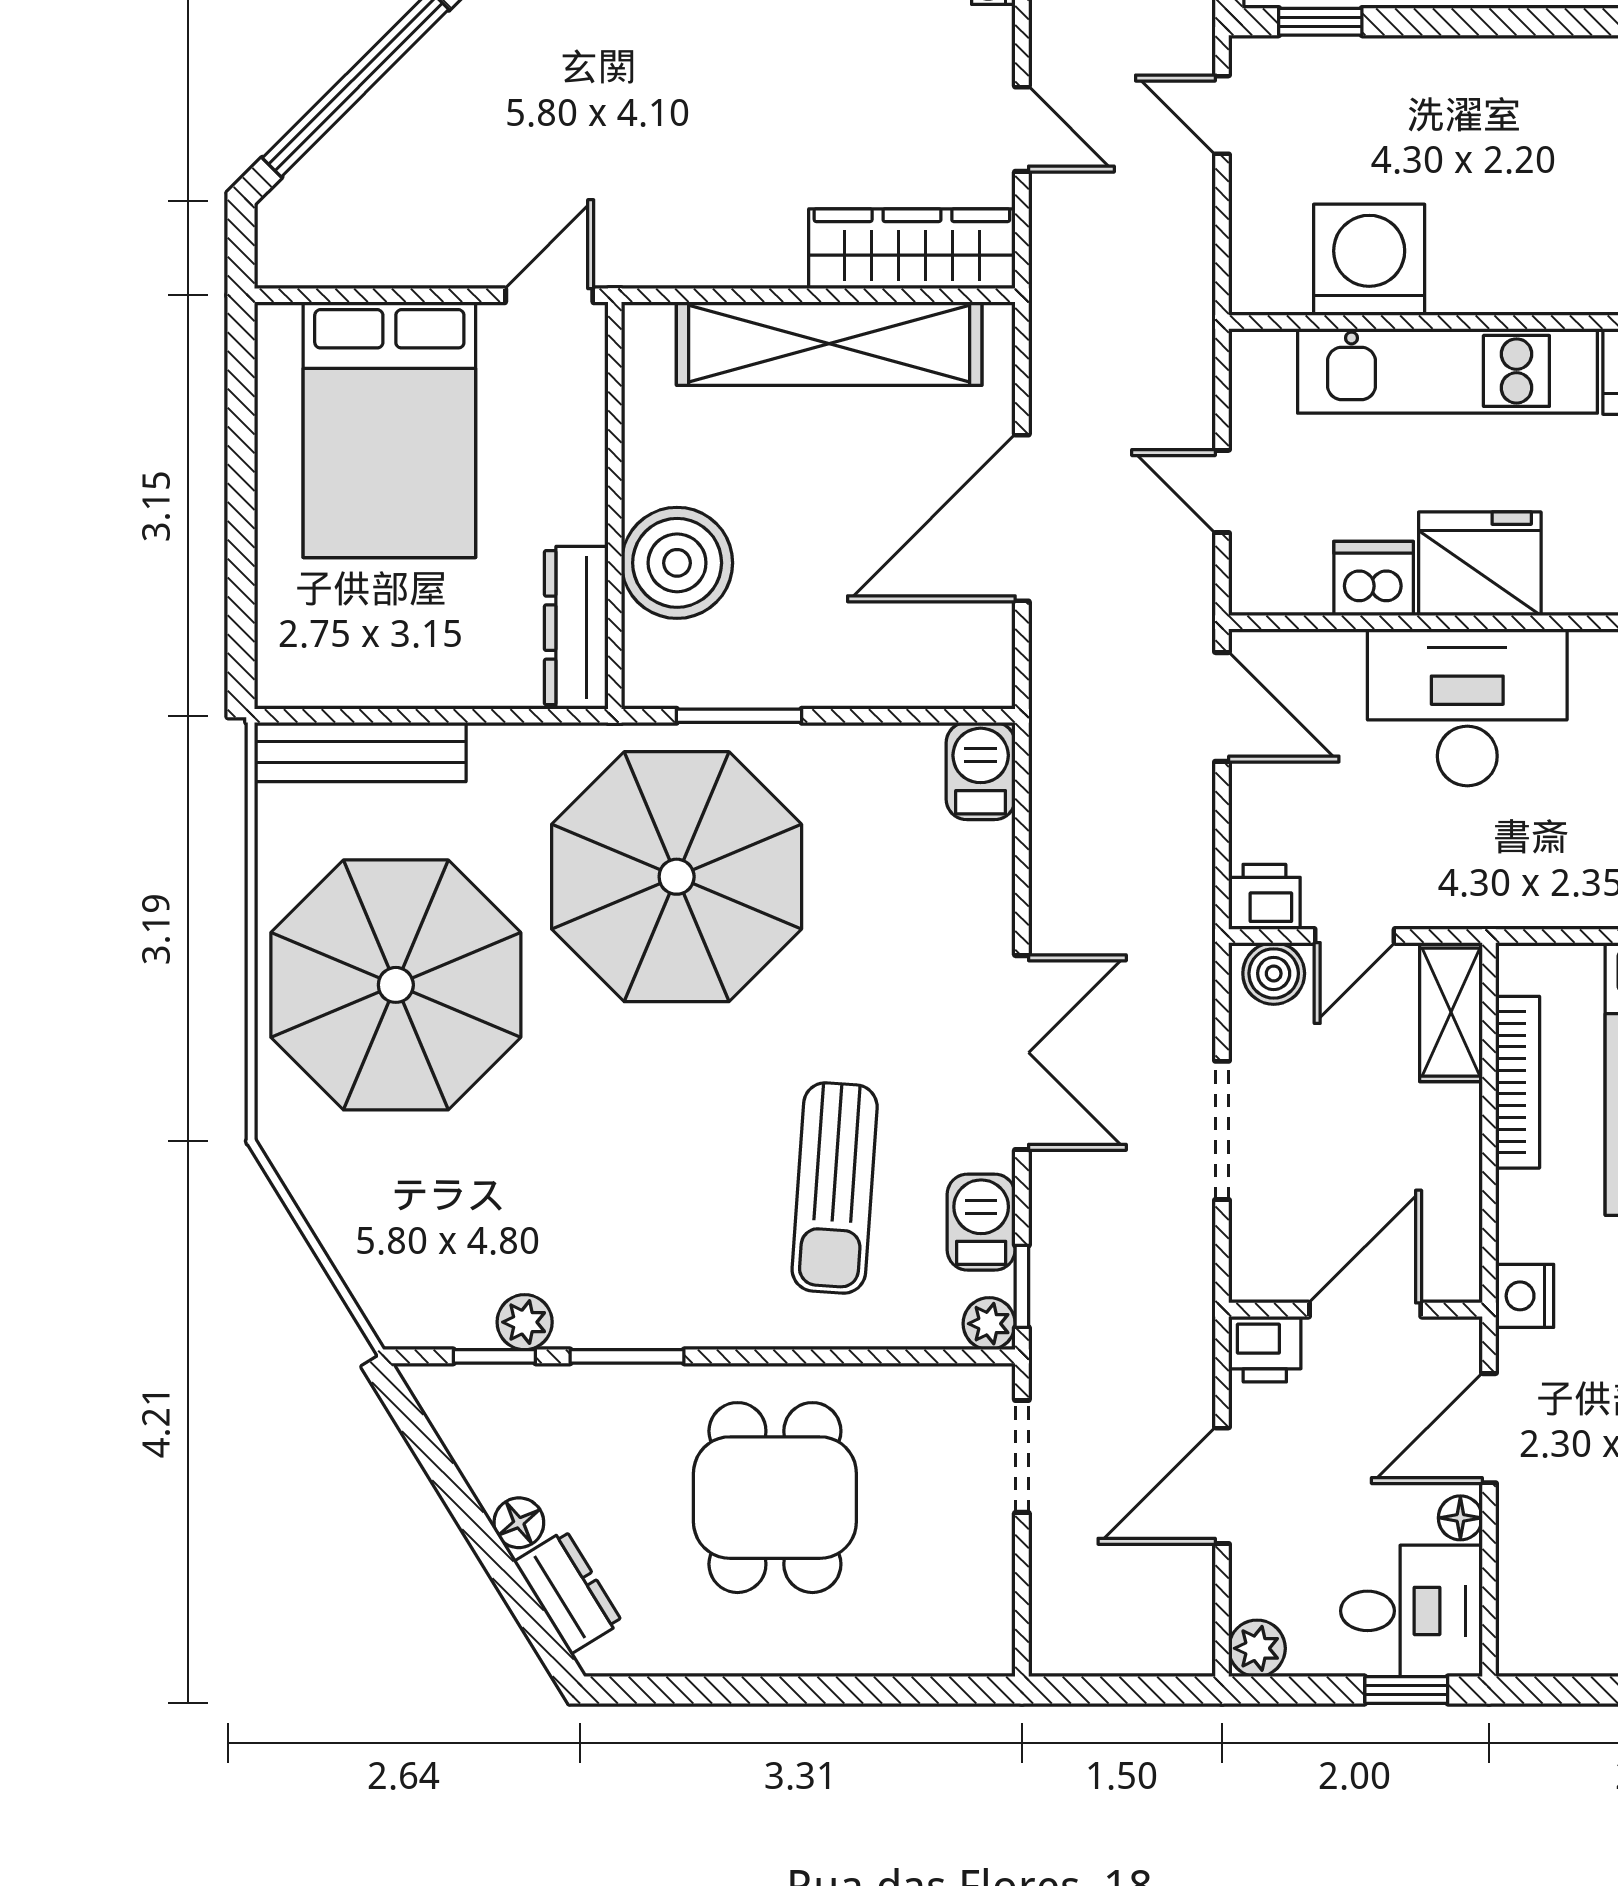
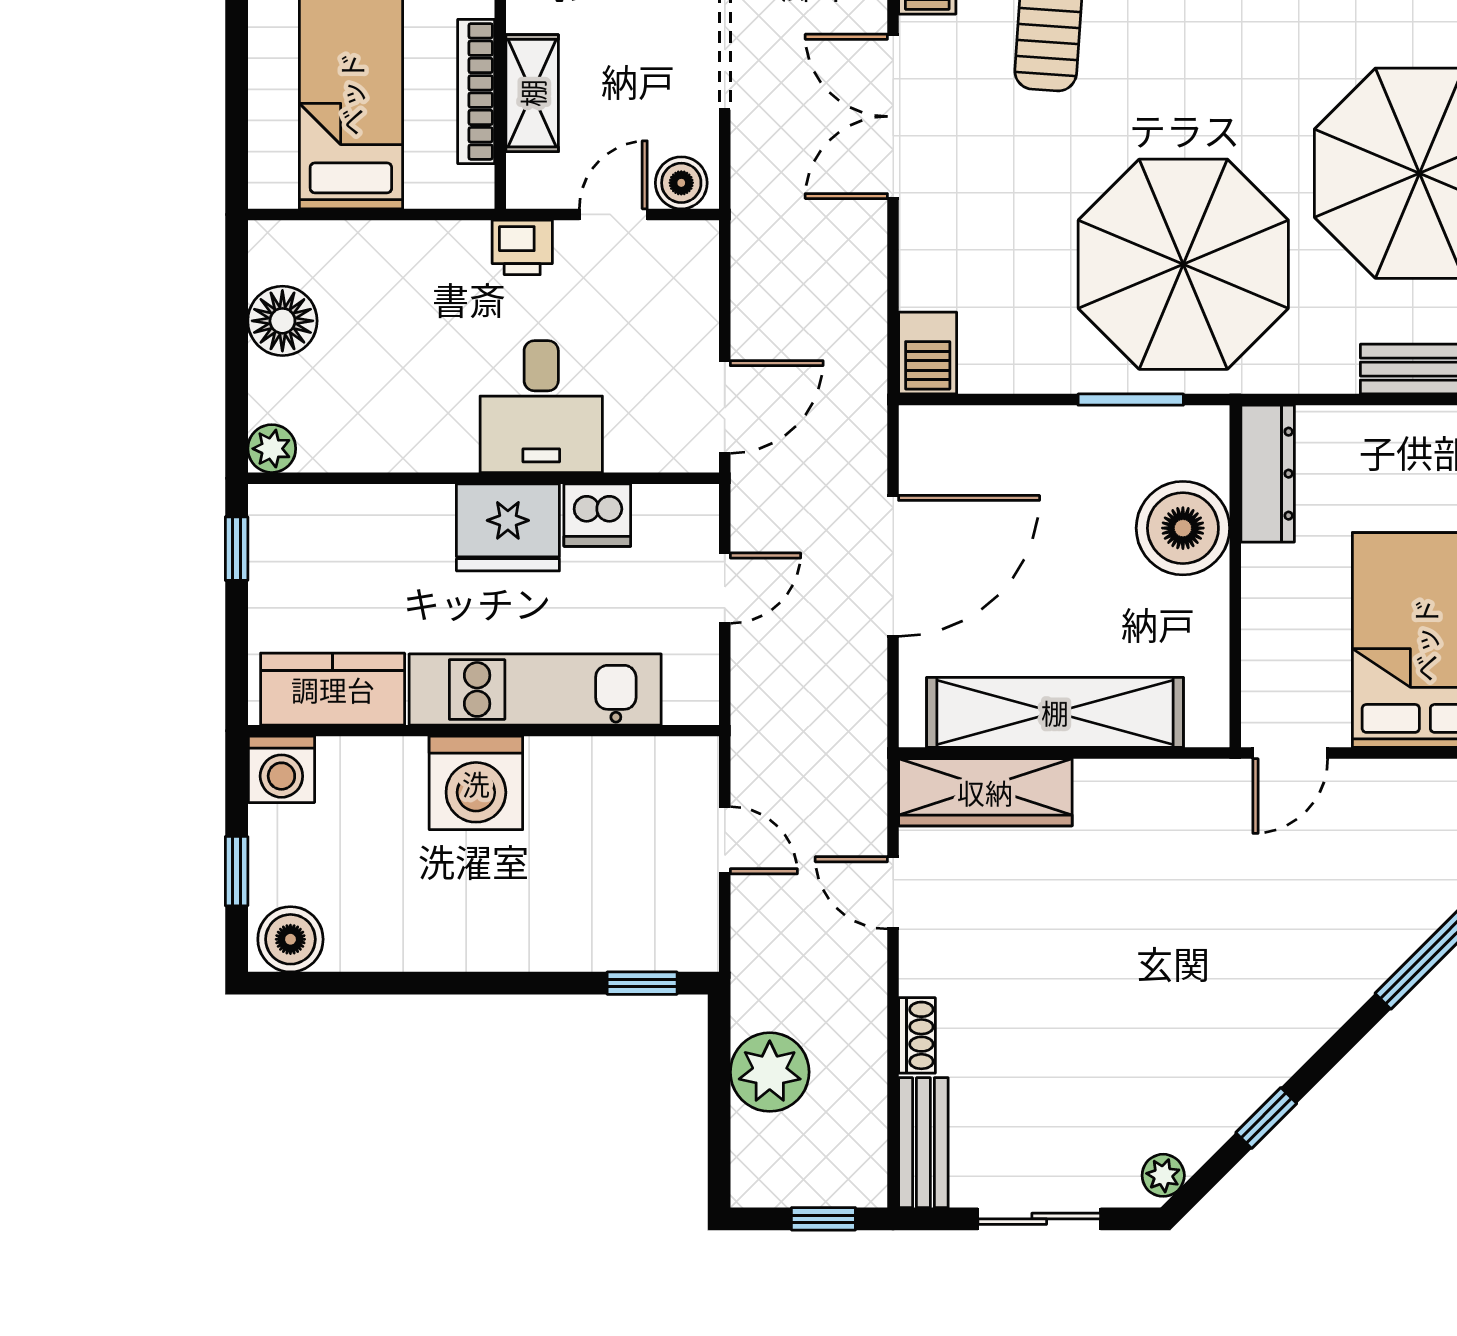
door: (1222, 115) -> (725, 840), moved
washing machine: (1369, 260) -> (476, 783), moved
door: (1222, 491) -> (725, 588), hinge flipped
door: (1222, 707) -> (725, 407), swing flipped
desk: (1467, 707) -> (541, 407), width x0.73
printer: (1264, 897) -> (522, 247), moved
shelving: (1451, 1012) -> (532, 93), moved

